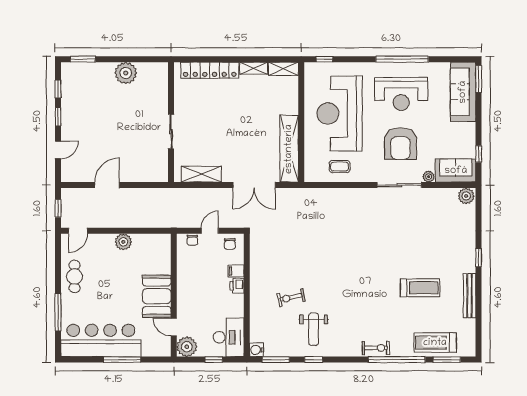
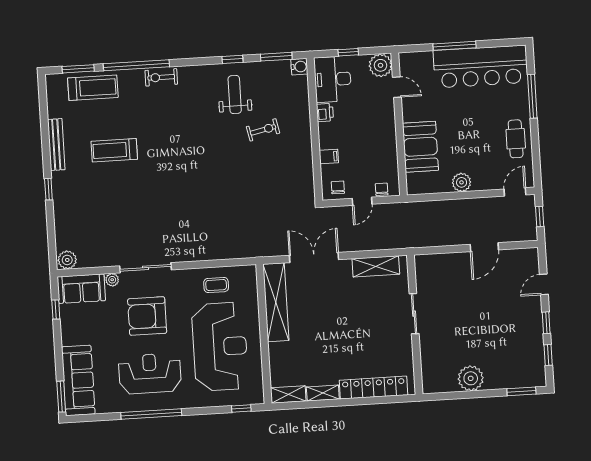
armchair: (400, 144) -> (147, 316), turned -90
printer: (237, 286) -> (325, 113), moved
booth: (157, 296) -> (420, 147), moved

